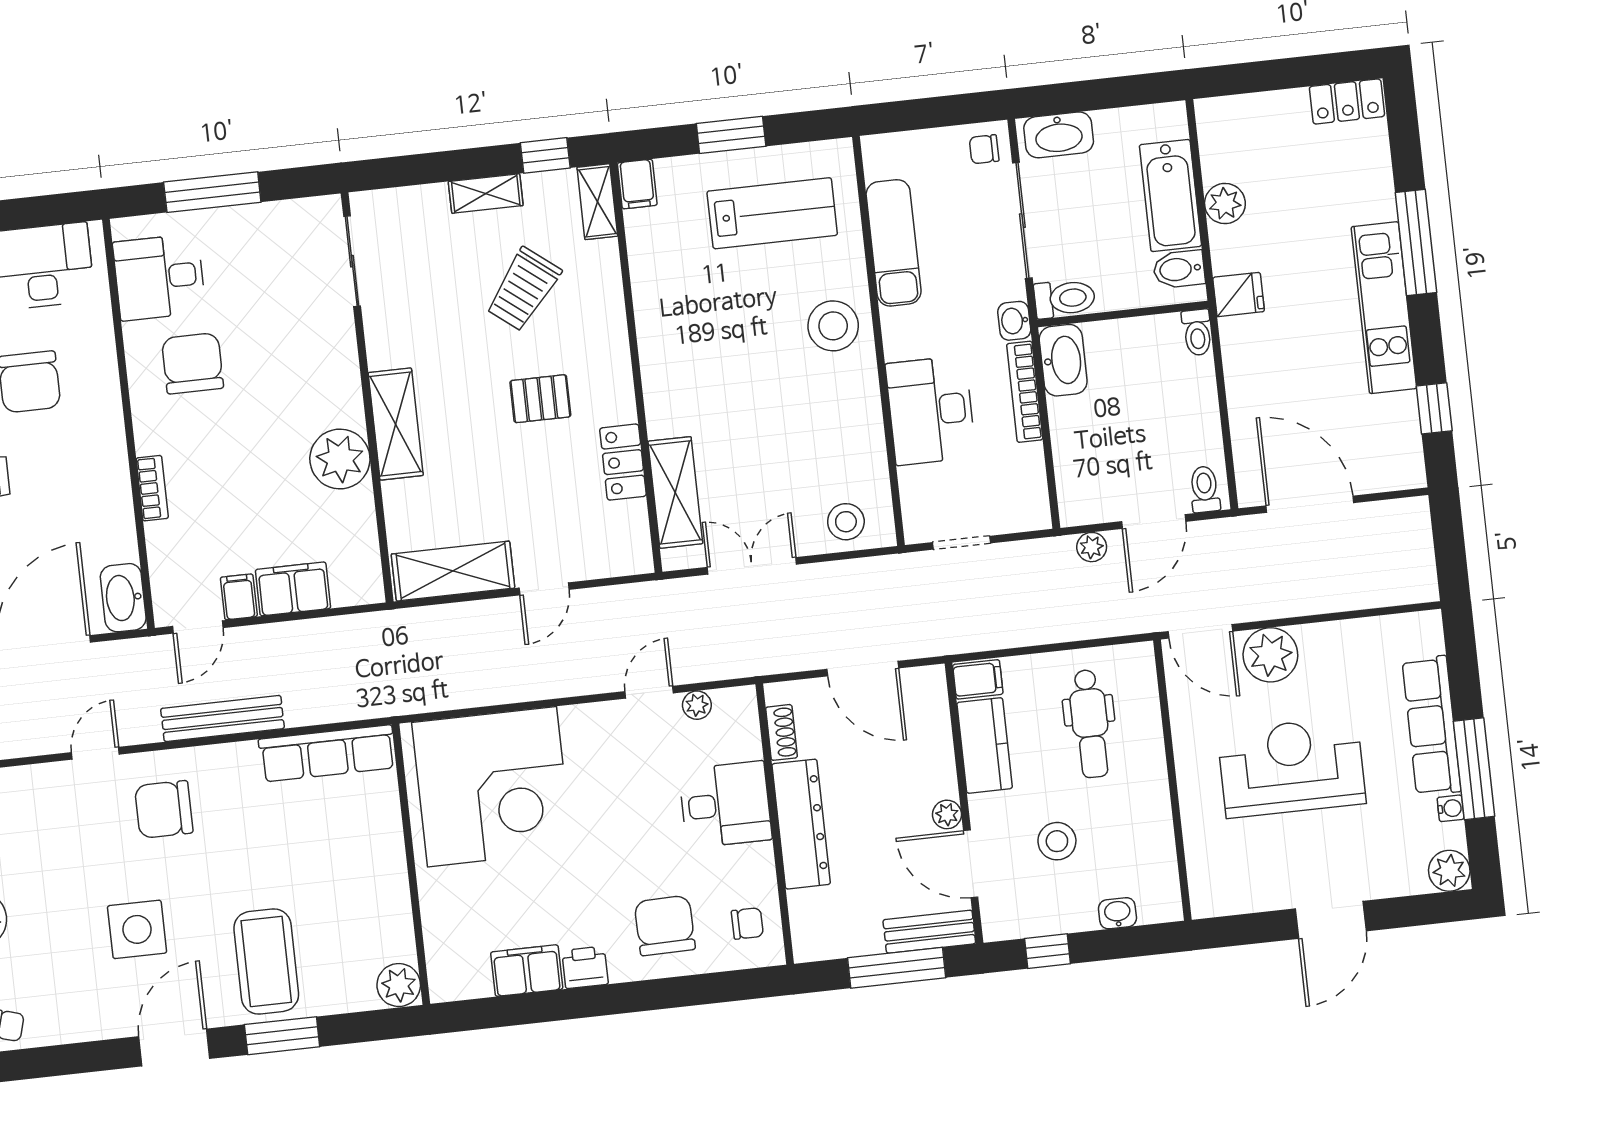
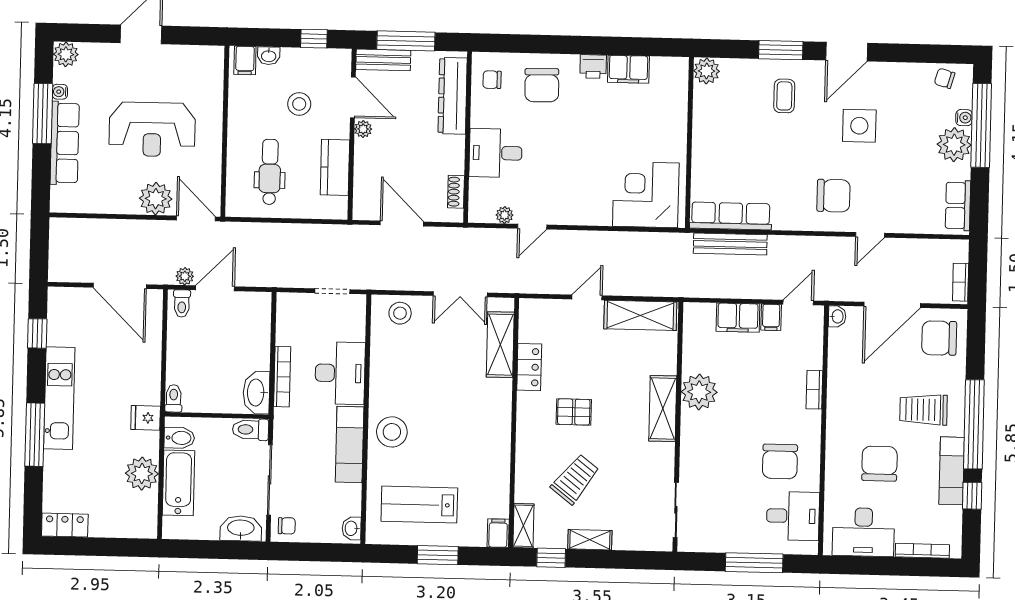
plant: (1225, 203) -> (142, 474), width x1.36, depth x1.36
exam couch: (894, 243) -> (350, 444), moved
washbasin: (1014, 321) -> (352, 528), moved, turned 180
plant: (1092, 547) -> (185, 276), moved
washbasin: (123, 598) -> (837, 316), width x0.52, depth x0.69
filing cabinet: (978, 679) -> (245, 60), moved, turned -90
bench: (222, 718) -> (730, 244), moved
corner desk: (492, 787) -> (646, 195), width x0.74, depth x0.74
dresser: (801, 824) -> (453, 96), moved
coffee table: (266, 961) -> (784, 96), width x0.54, depth x0.58

